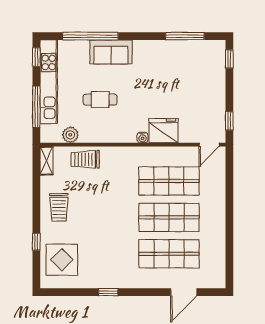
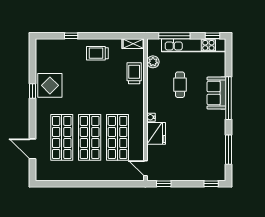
window: (90, 36) -> (229, 98), moved
display table: (62, 260) -> (50, 85), moved

